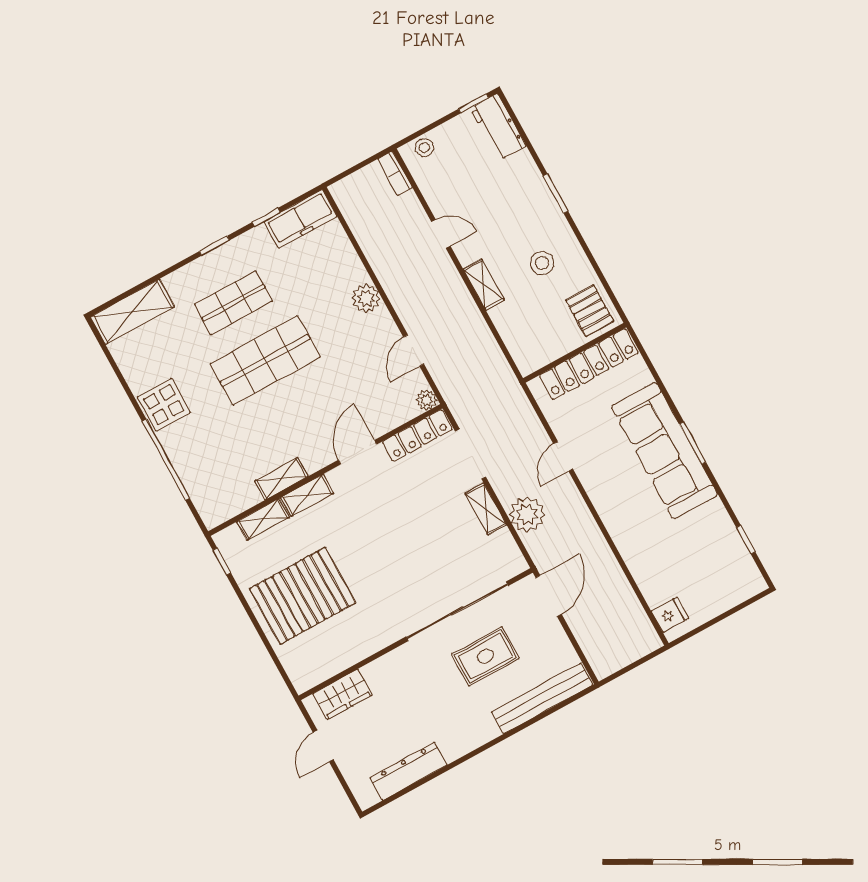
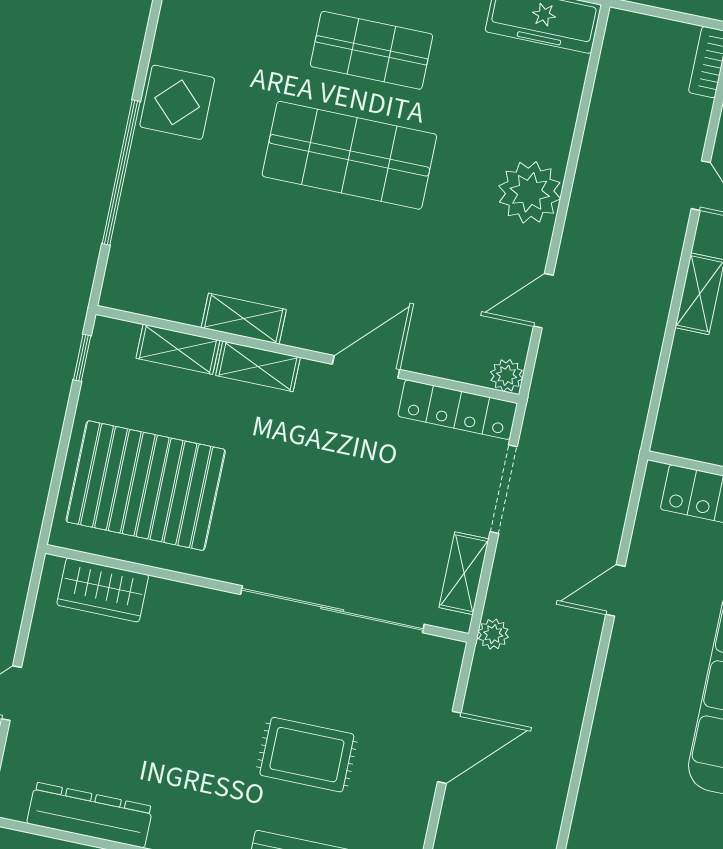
plant: (366, 298) -> (530, 192), width x1.36, depth x1.36
plant: (527, 514) -> (493, 634), width x0.53, depth x0.53
sliding door: (457, 611) -> (332, 609), moved
wall: (416, 634) -> (257, 593), moved
wardrobe: (342, 694) -> (103, 590), moved

